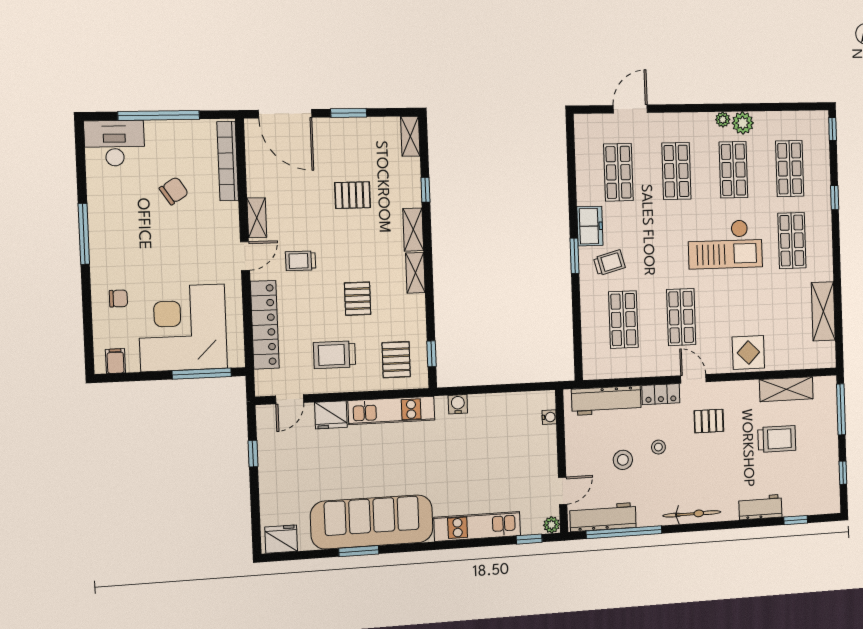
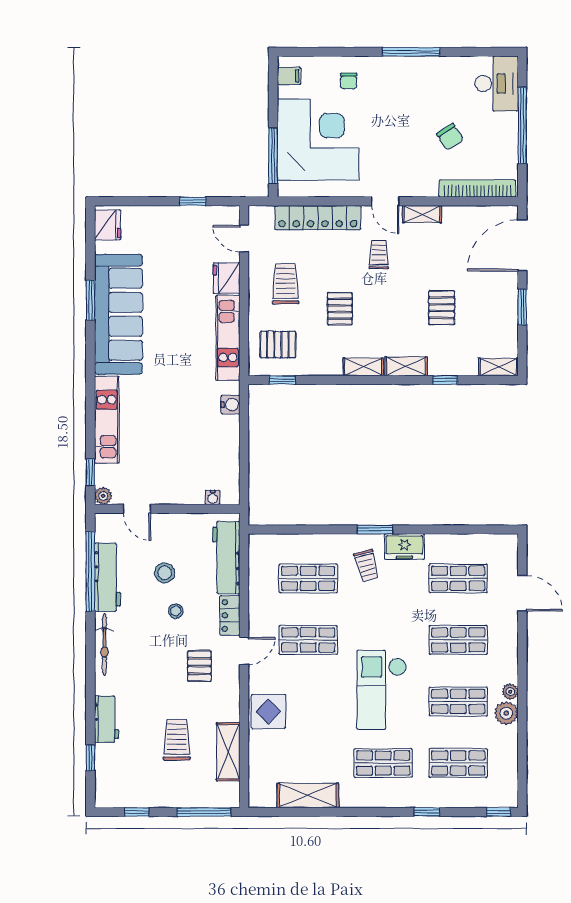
pallet: (358, 299) -> (340, 309), turned 90
trolley: (777, 439) -> (177, 740), turned 180
workbench: (603, 517) -> (107, 577), moved

